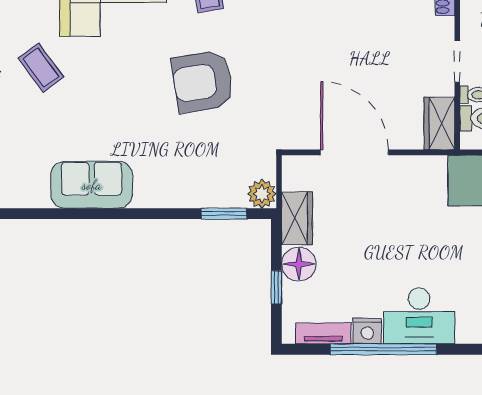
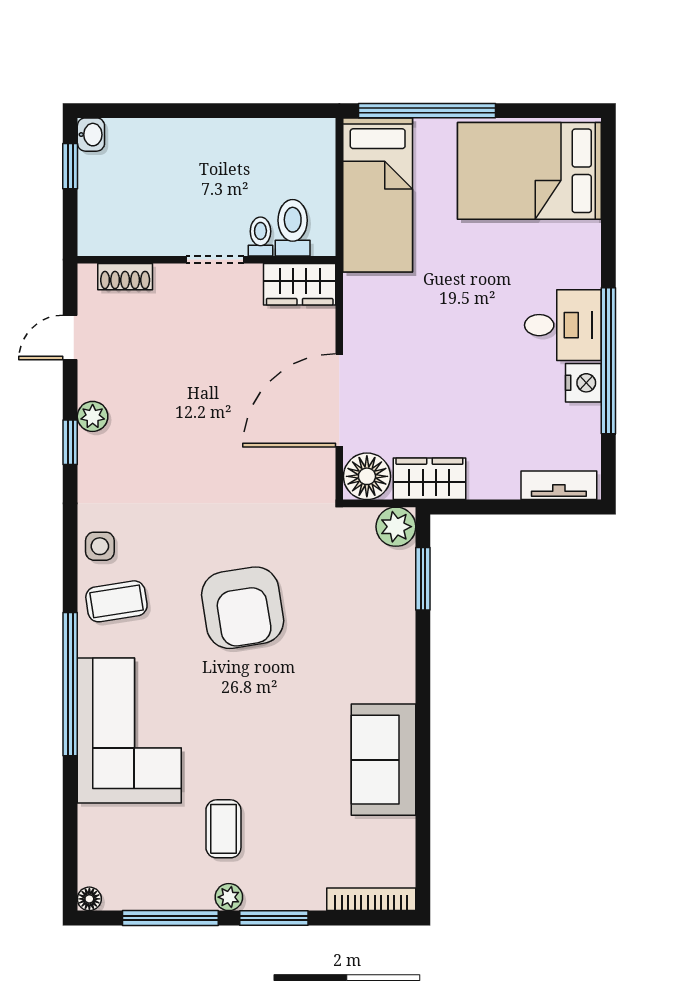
coffee table: (41, 68) -> (223, 829), turned -54
floor lamp: (299, 264) -> (367, 476), moved
window: (276, 287) -> (524, 507), removed
desk: (419, 316) -> (563, 325), width x0.73
tv unit: (323, 333) -> (559, 485), moved, turned 90

